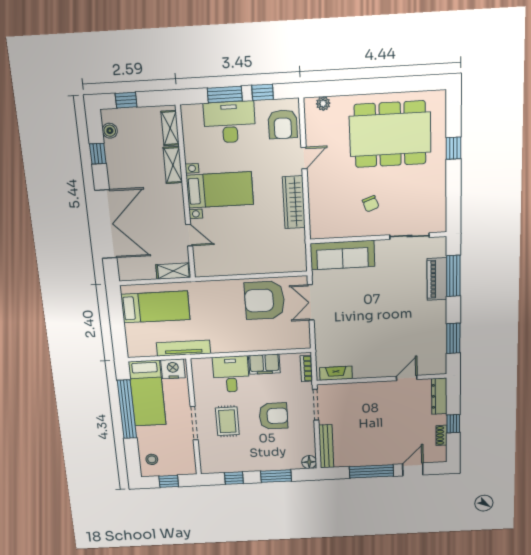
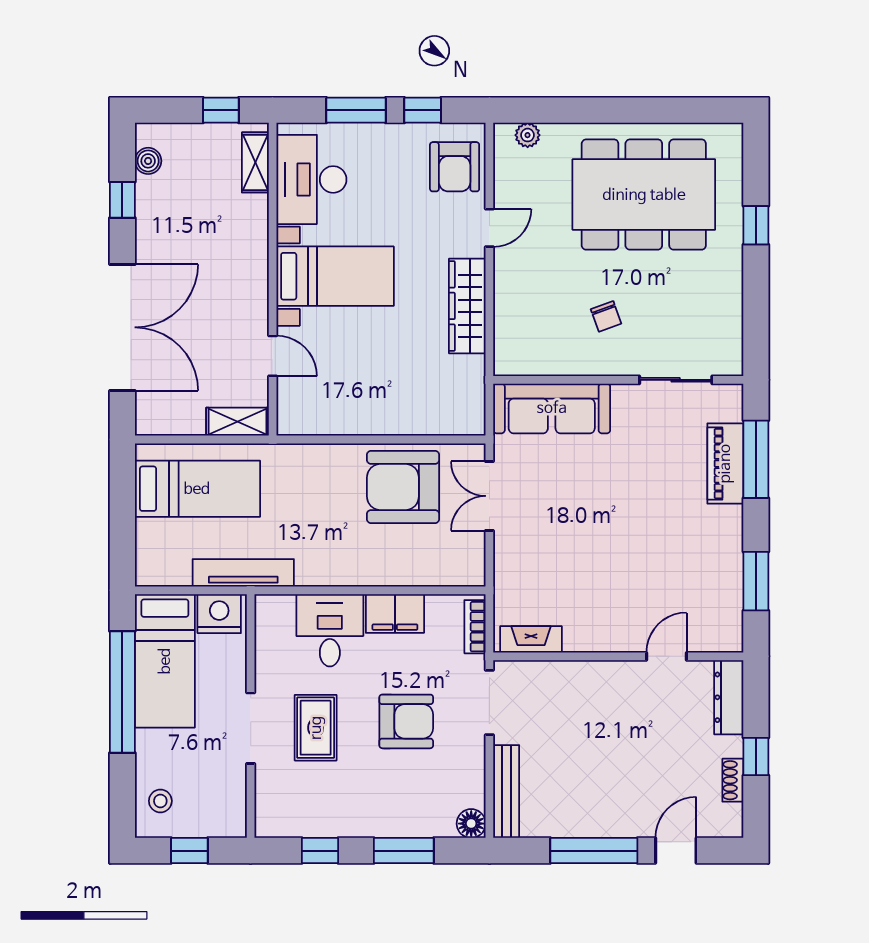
window: (126, 100) -> (221, 110), moved
desk: (230, 122) -> (311, 179), moved, turned -90
shelving: (173, 165) -> (254, 227), removed

